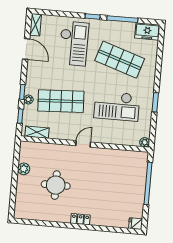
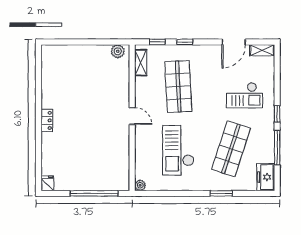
checkout: (74, 43) -> (245, 95), width x0.73, depth x0.83
plant: (28, 99) -> (177, 50), removed
window: (155, 102) -> (221, 193), moved
plant: (24, 169) -> (118, 51), moved
round table: (56, 185) -> (83, 89), removed

